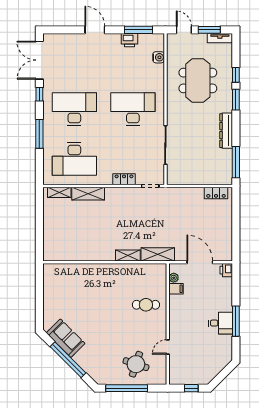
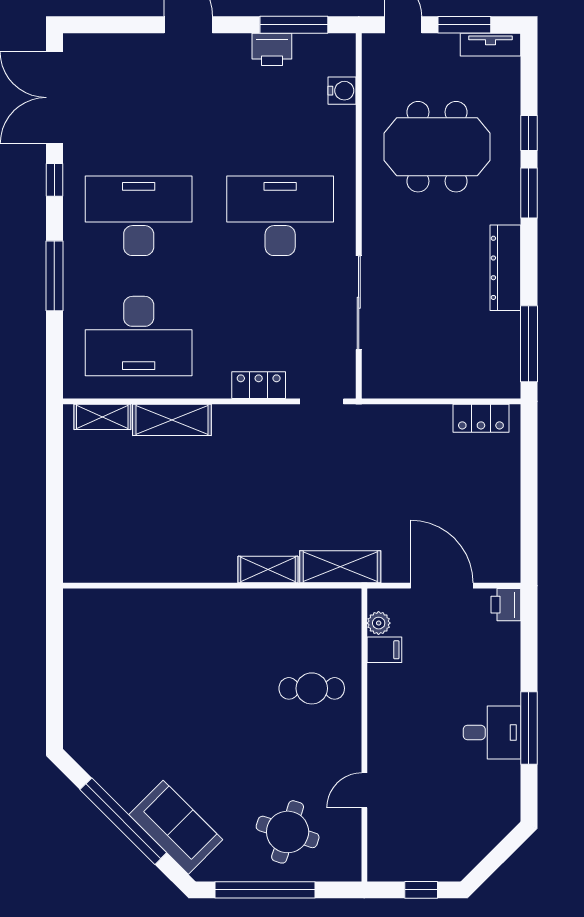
meeting table: (198, 80) -> (437, 147), turned 90
sofa: (66, 338) -> (176, 827), moved

